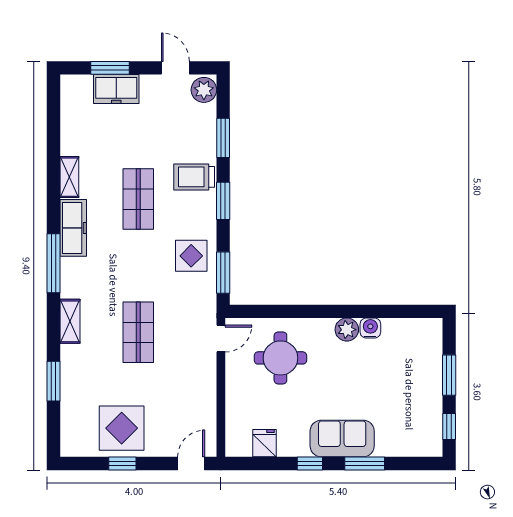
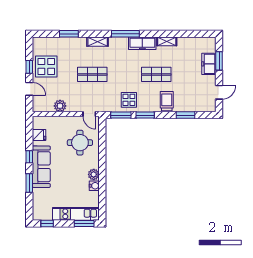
plant: (204, 90) -> (60, 106), moved
window: (223, 201) -> (145, 115), moved
kitchen unit: (429, 366) -> (76, 214), added
window: (449, 375) -> (84, 224), moved
sofa: (342, 439) -> (41, 167), width x1.36
door: (191, 464) -> (29, 89), moved

